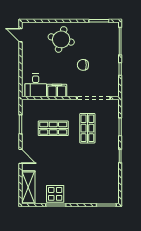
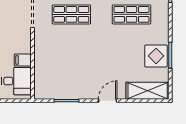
filing cabinet: (57, 91) -> (23, 60), width x0.50
shop shelf: (53, 128) -> (131, 14), moved, turned 90

